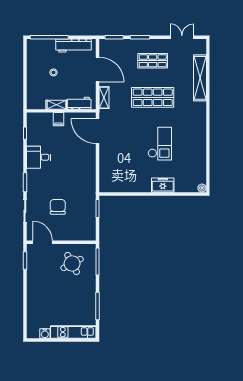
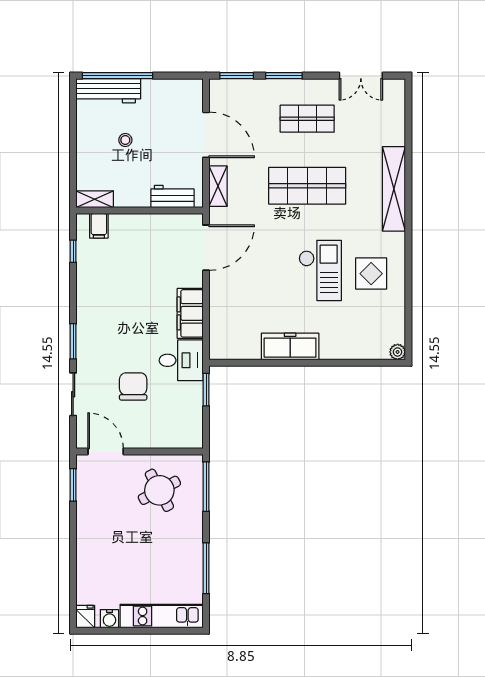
double door: (182, 37) -> (361, 76), swing flipped
workbench: (74, 46) -> (108, 91), moved
shelving: (200, 78) -> (394, 189), moved
shelving: (56, 105) -> (95, 199), moved
filing cabinet: (59, 119) -> (99, 226), moved
door: (97, 131) -> (206, 248), swing flipped
display table: (188, 145) -> (371, 274), added
desk: (39, 157) -> (181, 360), moved, turned 180
filing cabinet: (89, 167) -> (190, 313), added
freezer: (163, 185) -> (290, 347), moved, width x1.40
fridge: (32, 332) -> (85, 617), added

